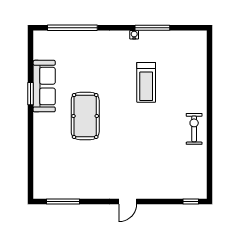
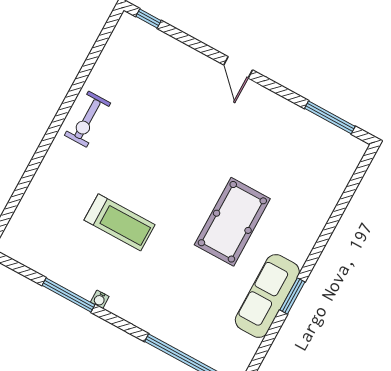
treadmill: (146, 82) -> (120, 222), turned 90
door: (128, 202) -> (238, 67), swing flipped

